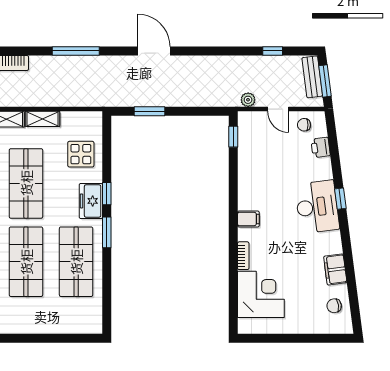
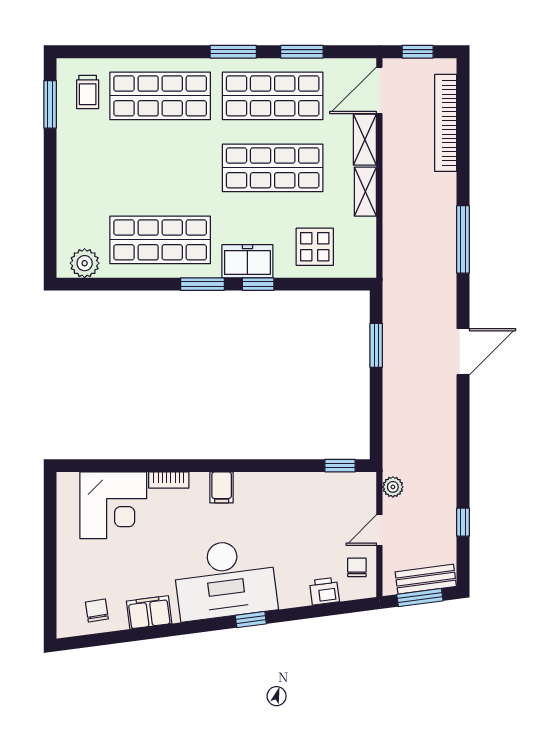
desk: (317, 207) -> (225, 579), width x1.36, depth x1.30
shop shelf: (26, 262) -> (160, 168), removed
plant: (92, 314) -> (85, 263), added

